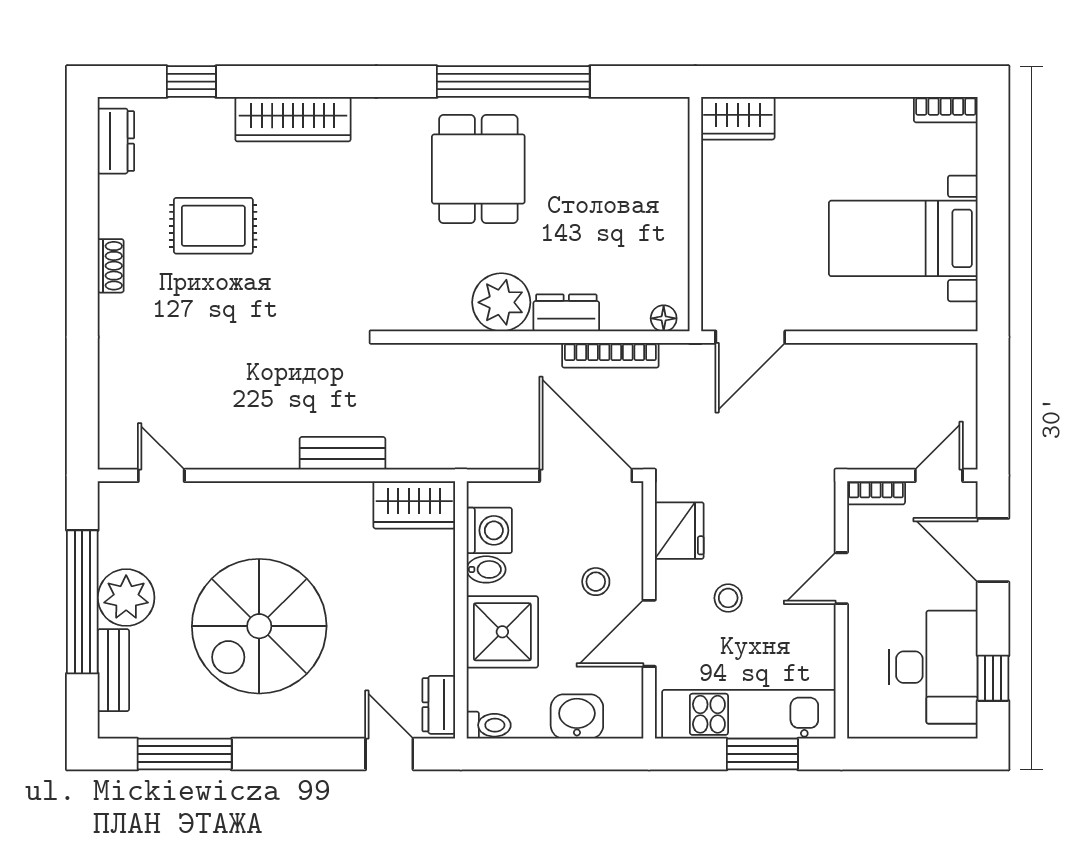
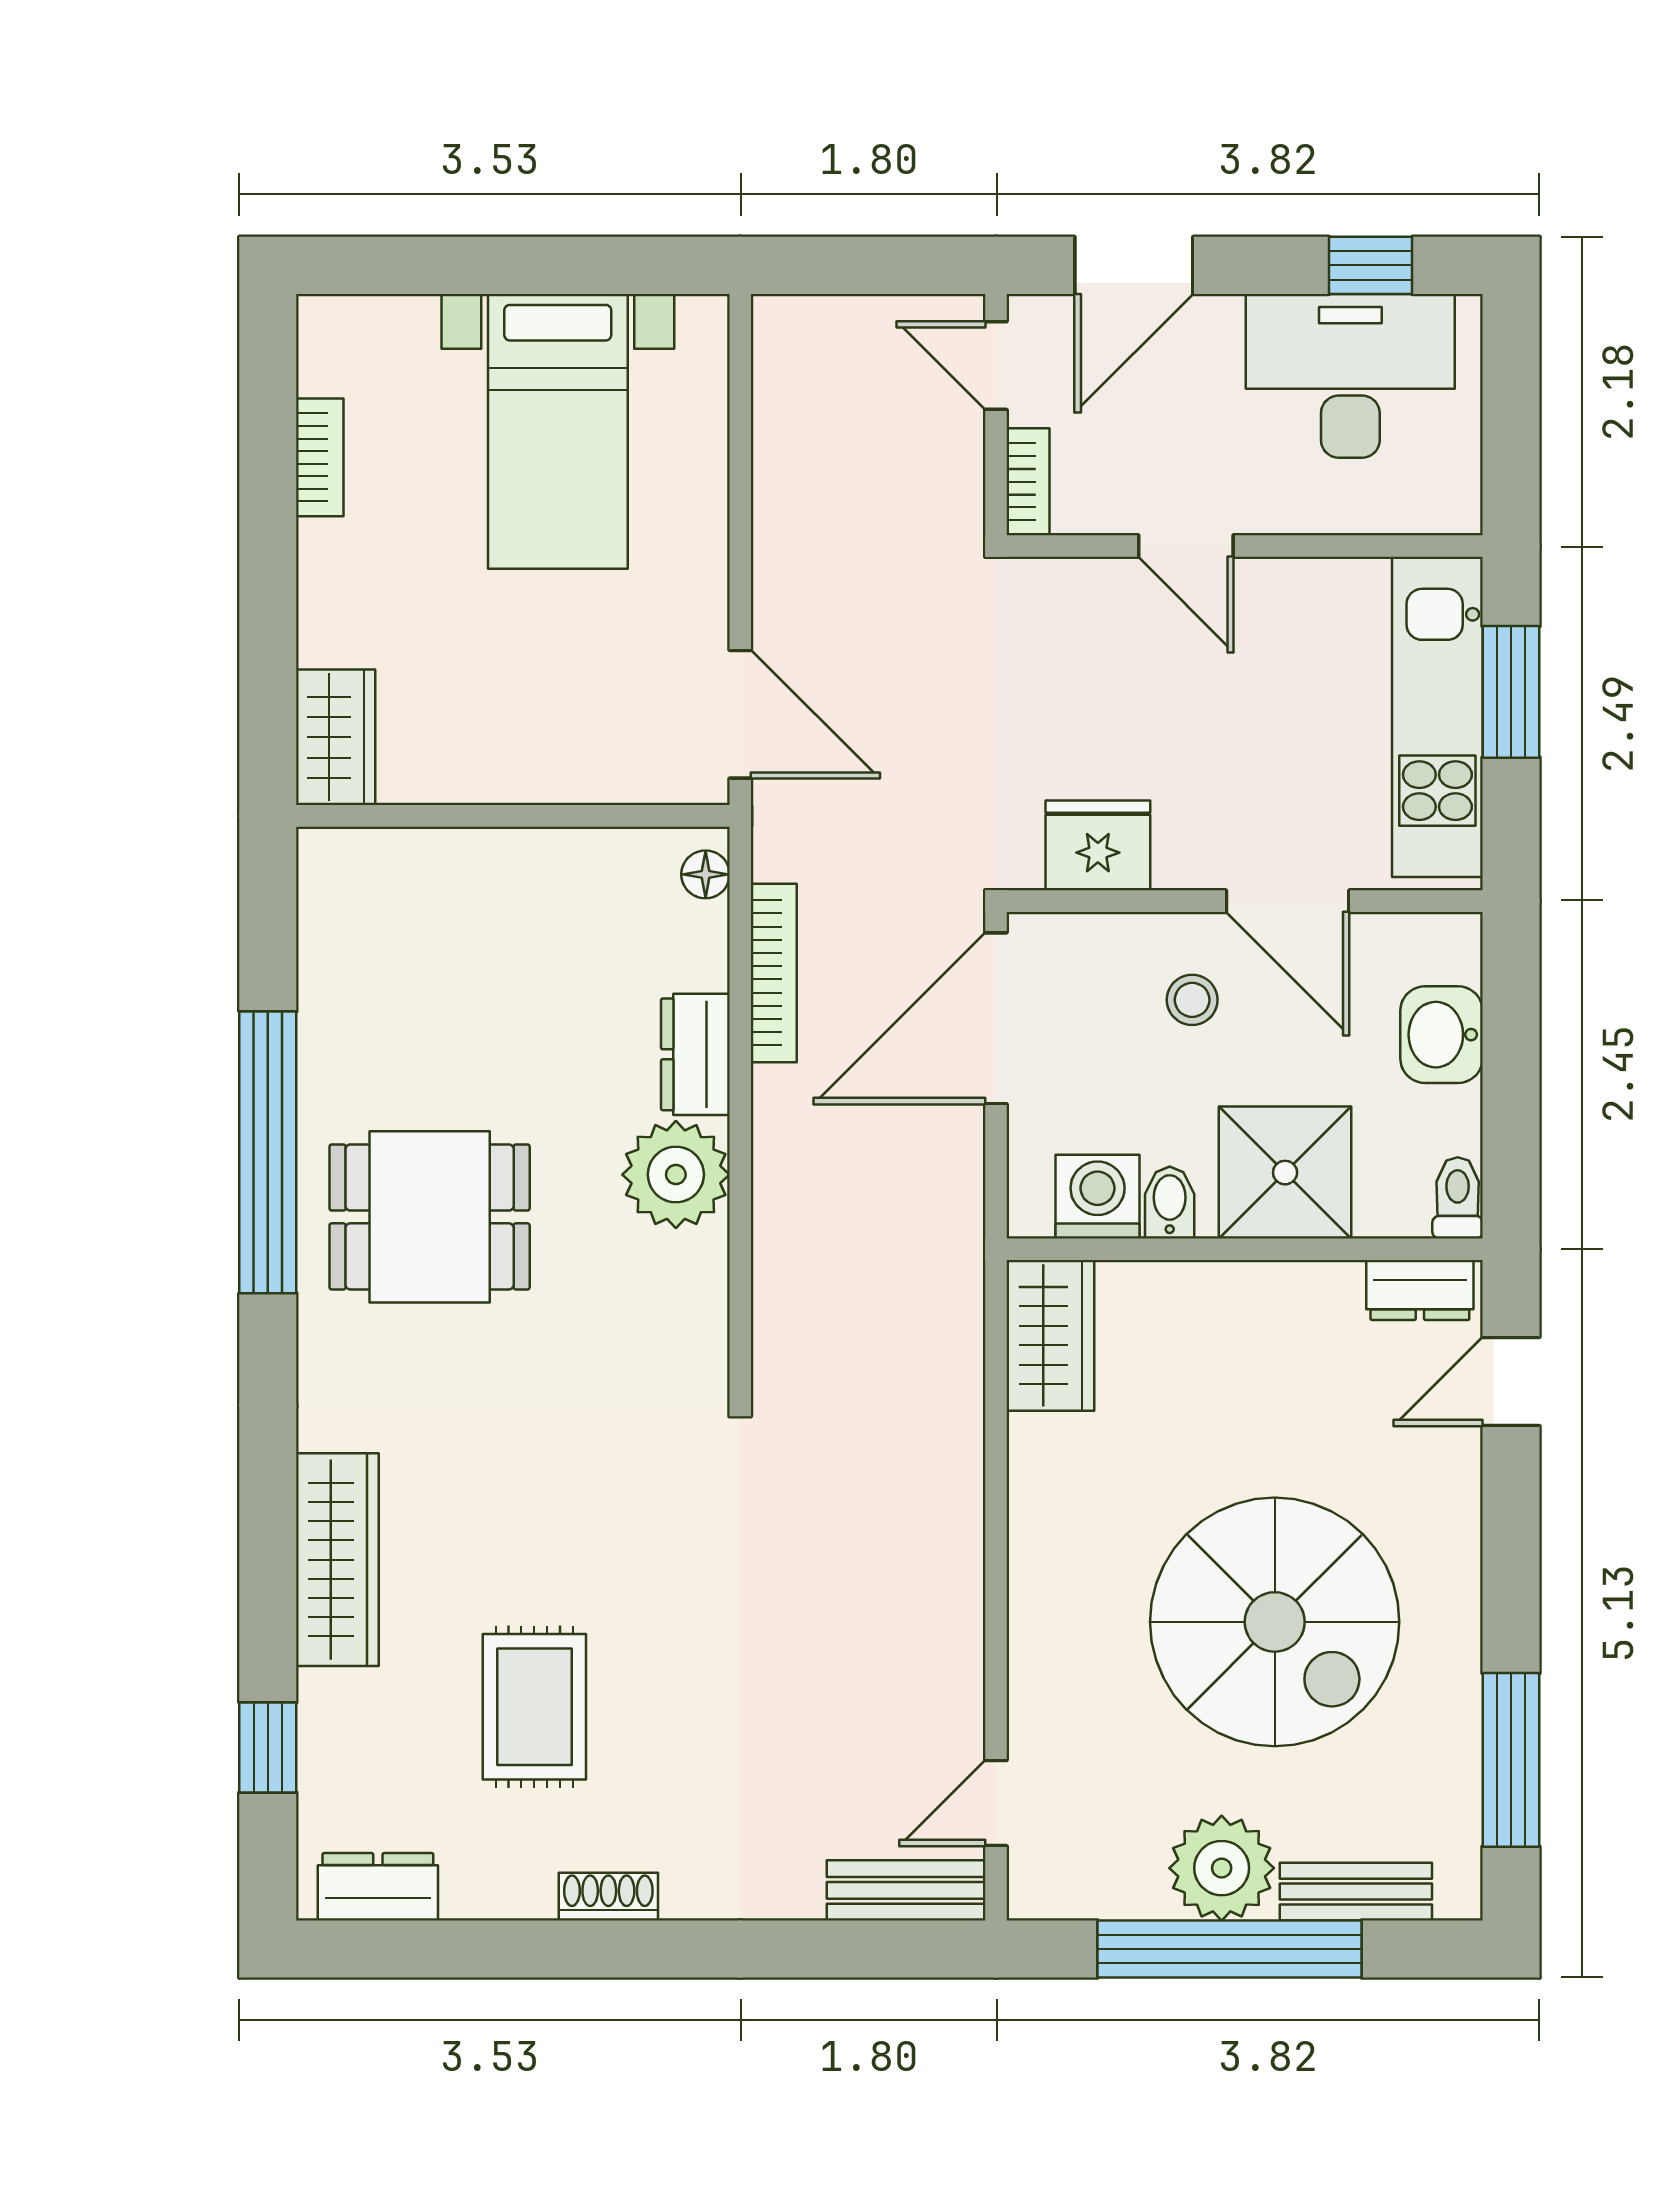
bookcase: (946, 110) -> (320, 457), moved
bench: (342, 453) -> (906, 1890), moved, turned 90
stool: (728, 598) -> (1222, 755), removed

